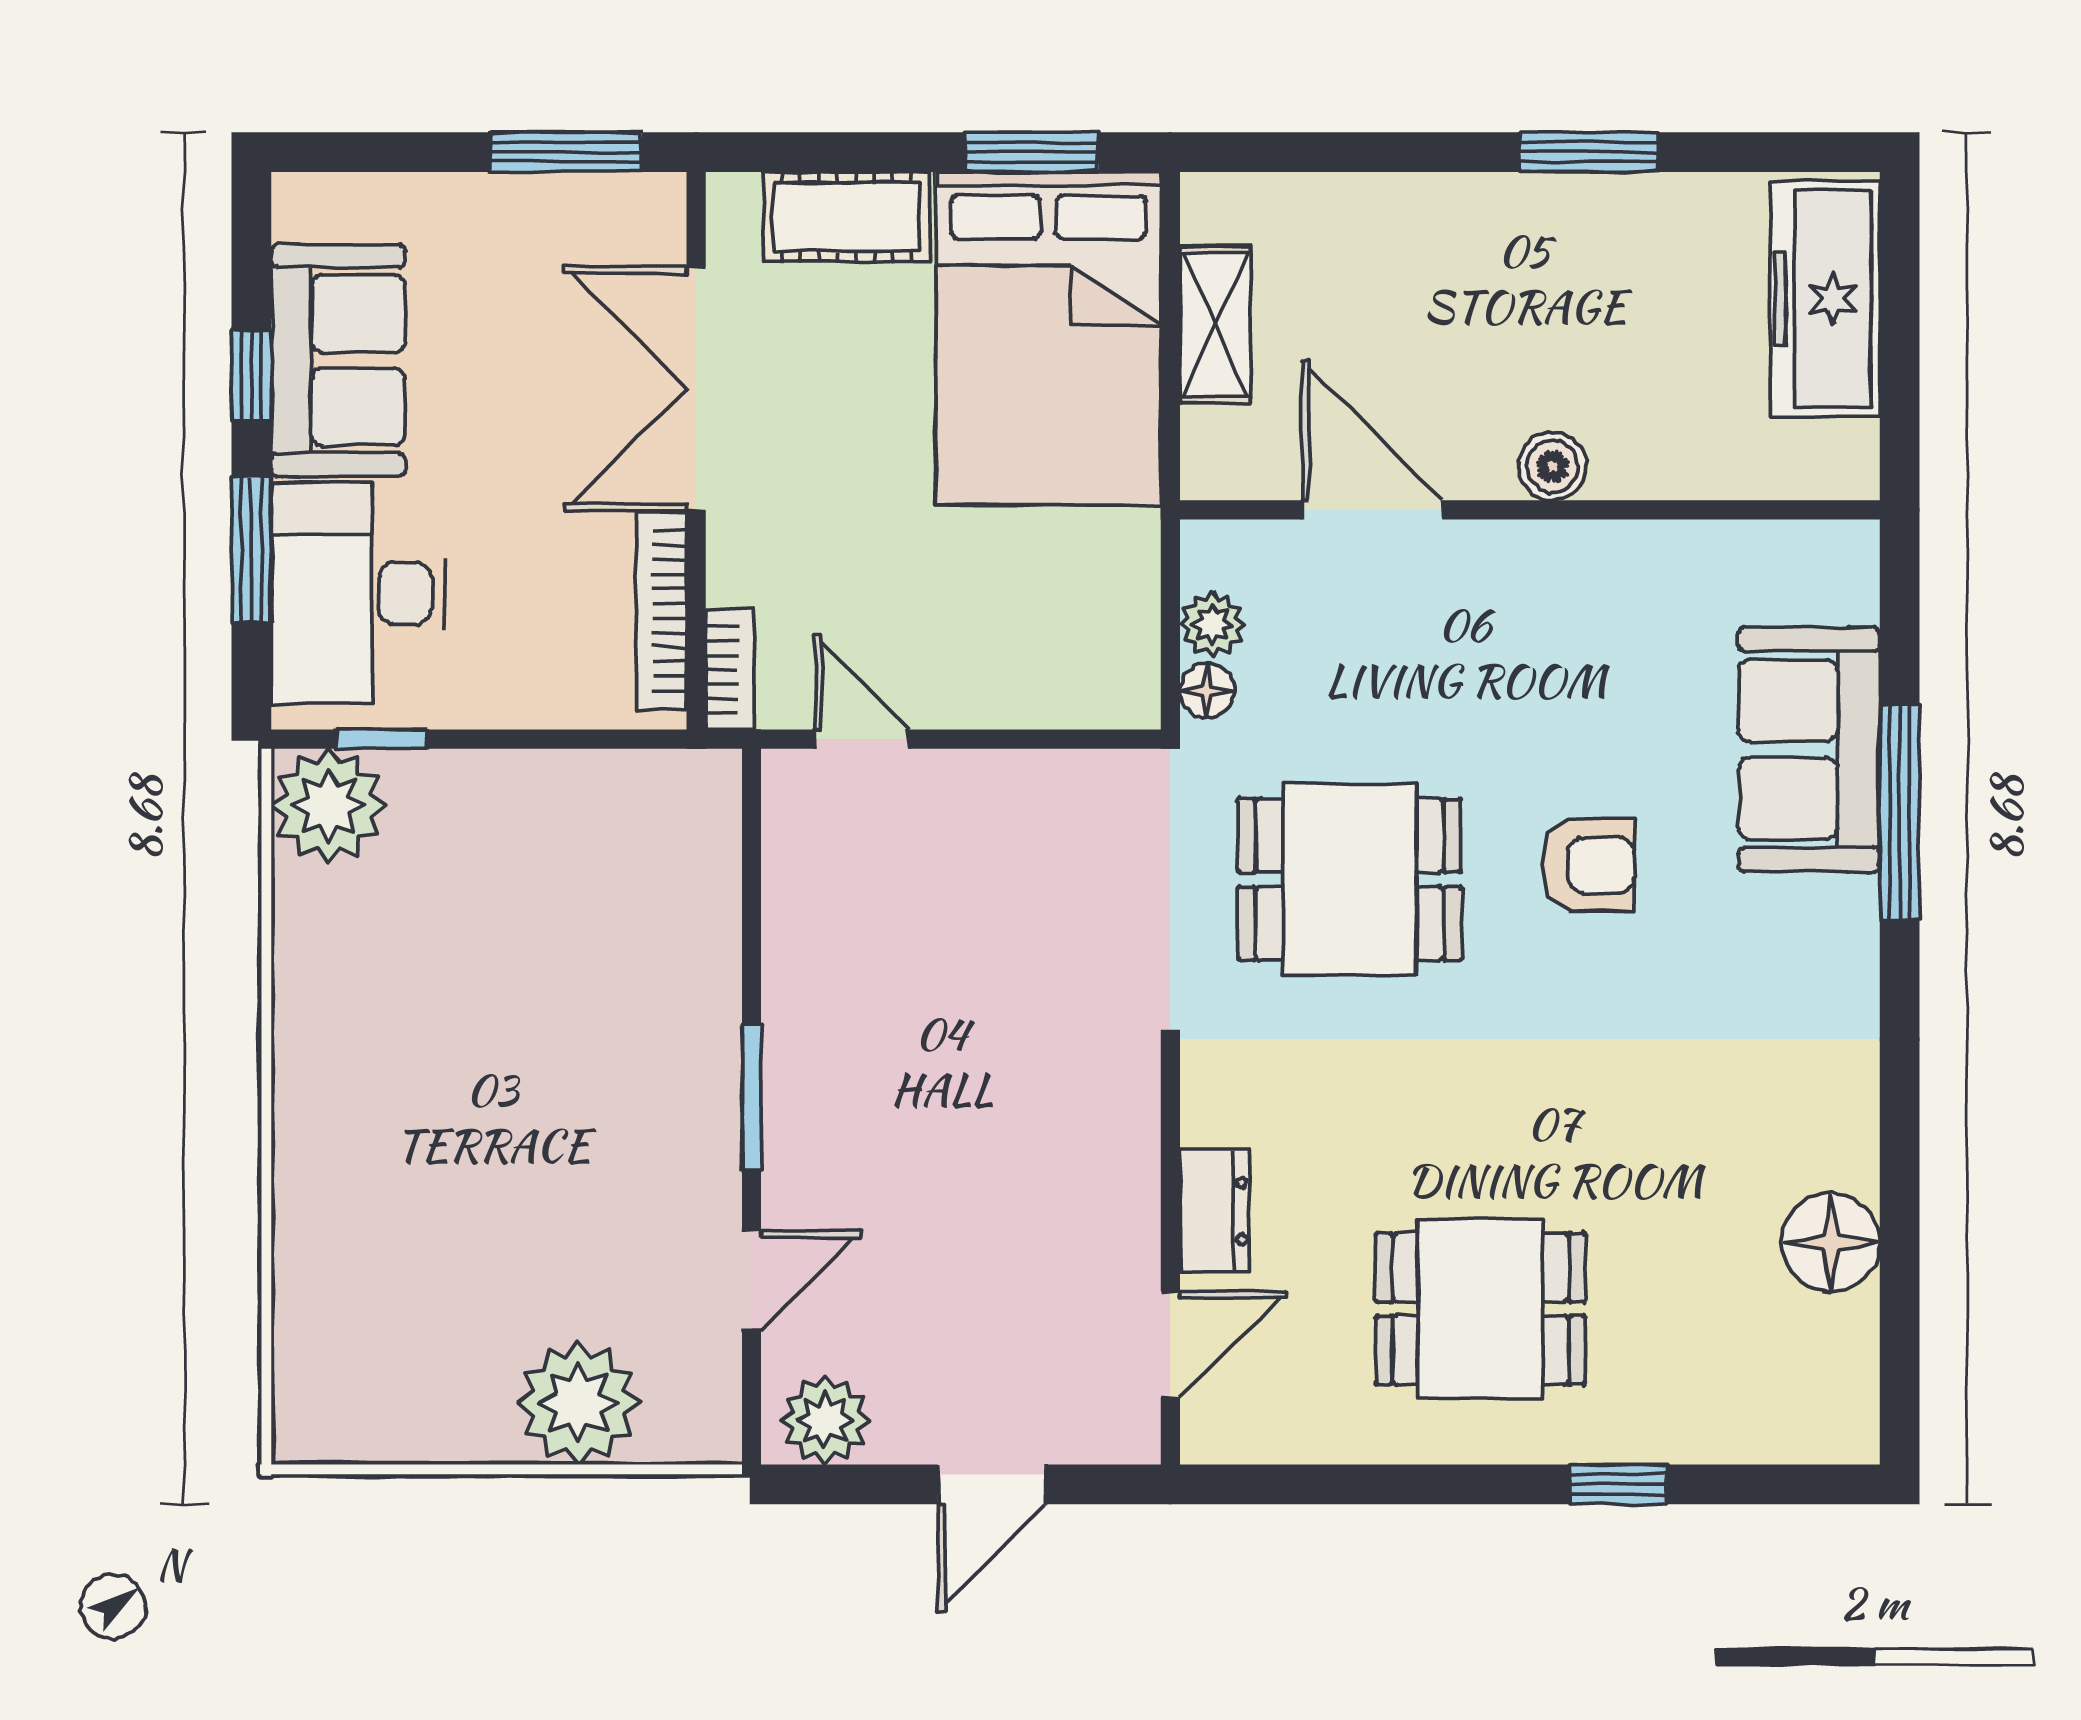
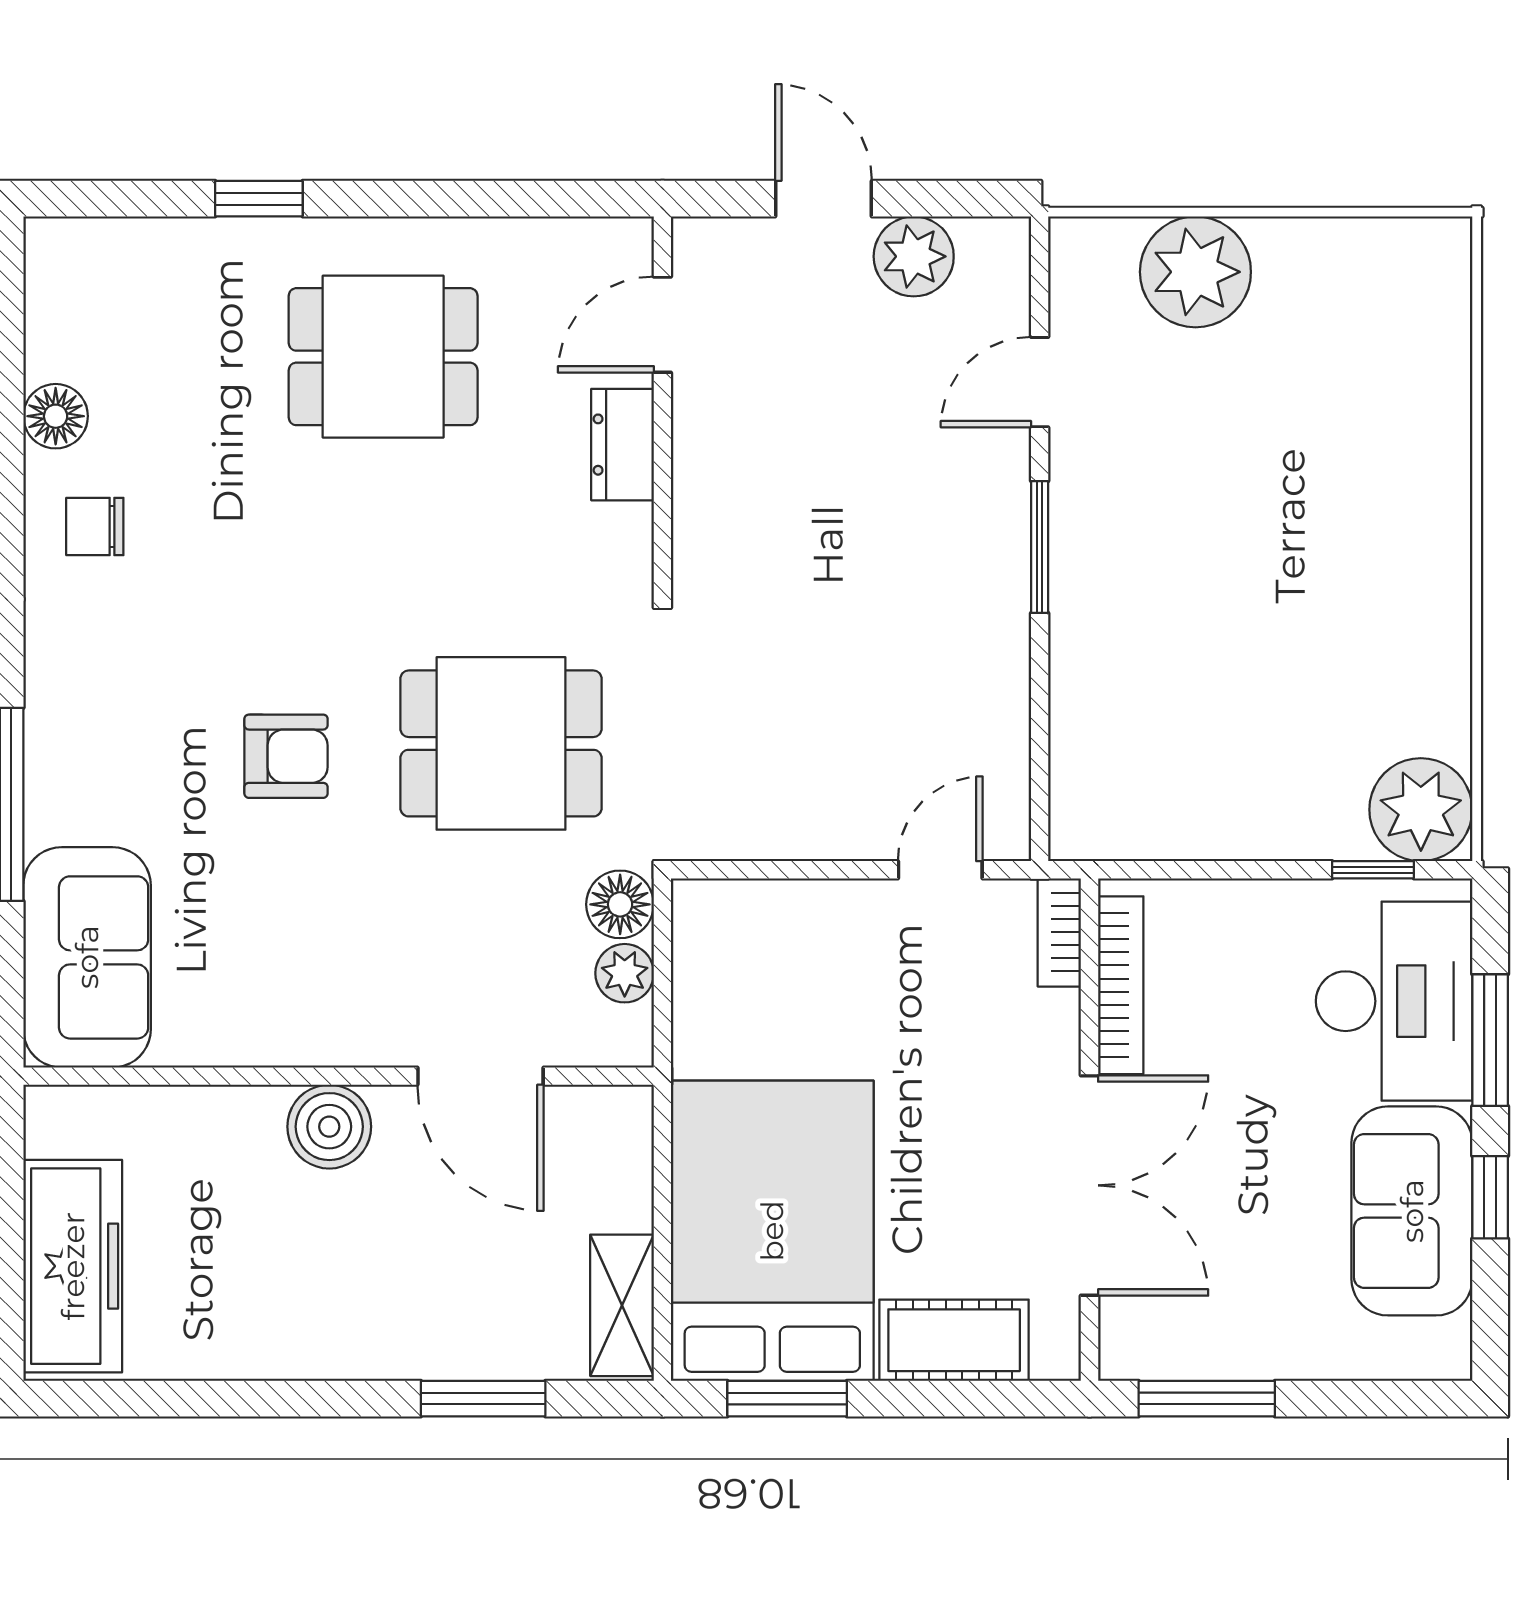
window: (1589, 152) -> (483, 1399), moved
shelving: (1215, 325) -> (622, 1305), moved
boiler: (1553, 466) -> (329, 1127), width x1.36, depth x1.36
floor lamp: (1207, 690) -> (620, 904), width x1.37, depth x1.37
door: (862, 739) -> (940, 870), swing flipped
sofa: (1809, 749) -> (87, 957), moved
armchair: (1588, 865) -> (286, 756), turned 180
chair: (1801, 1120) -> (95, 527), added
floor lamp: (1831, 1243) -> (56, 416), width x0.73, depth x0.73
plant: (825, 1420) -> (914, 256), moved
door: (991, 1484) -> (824, 199), hinge flipped

